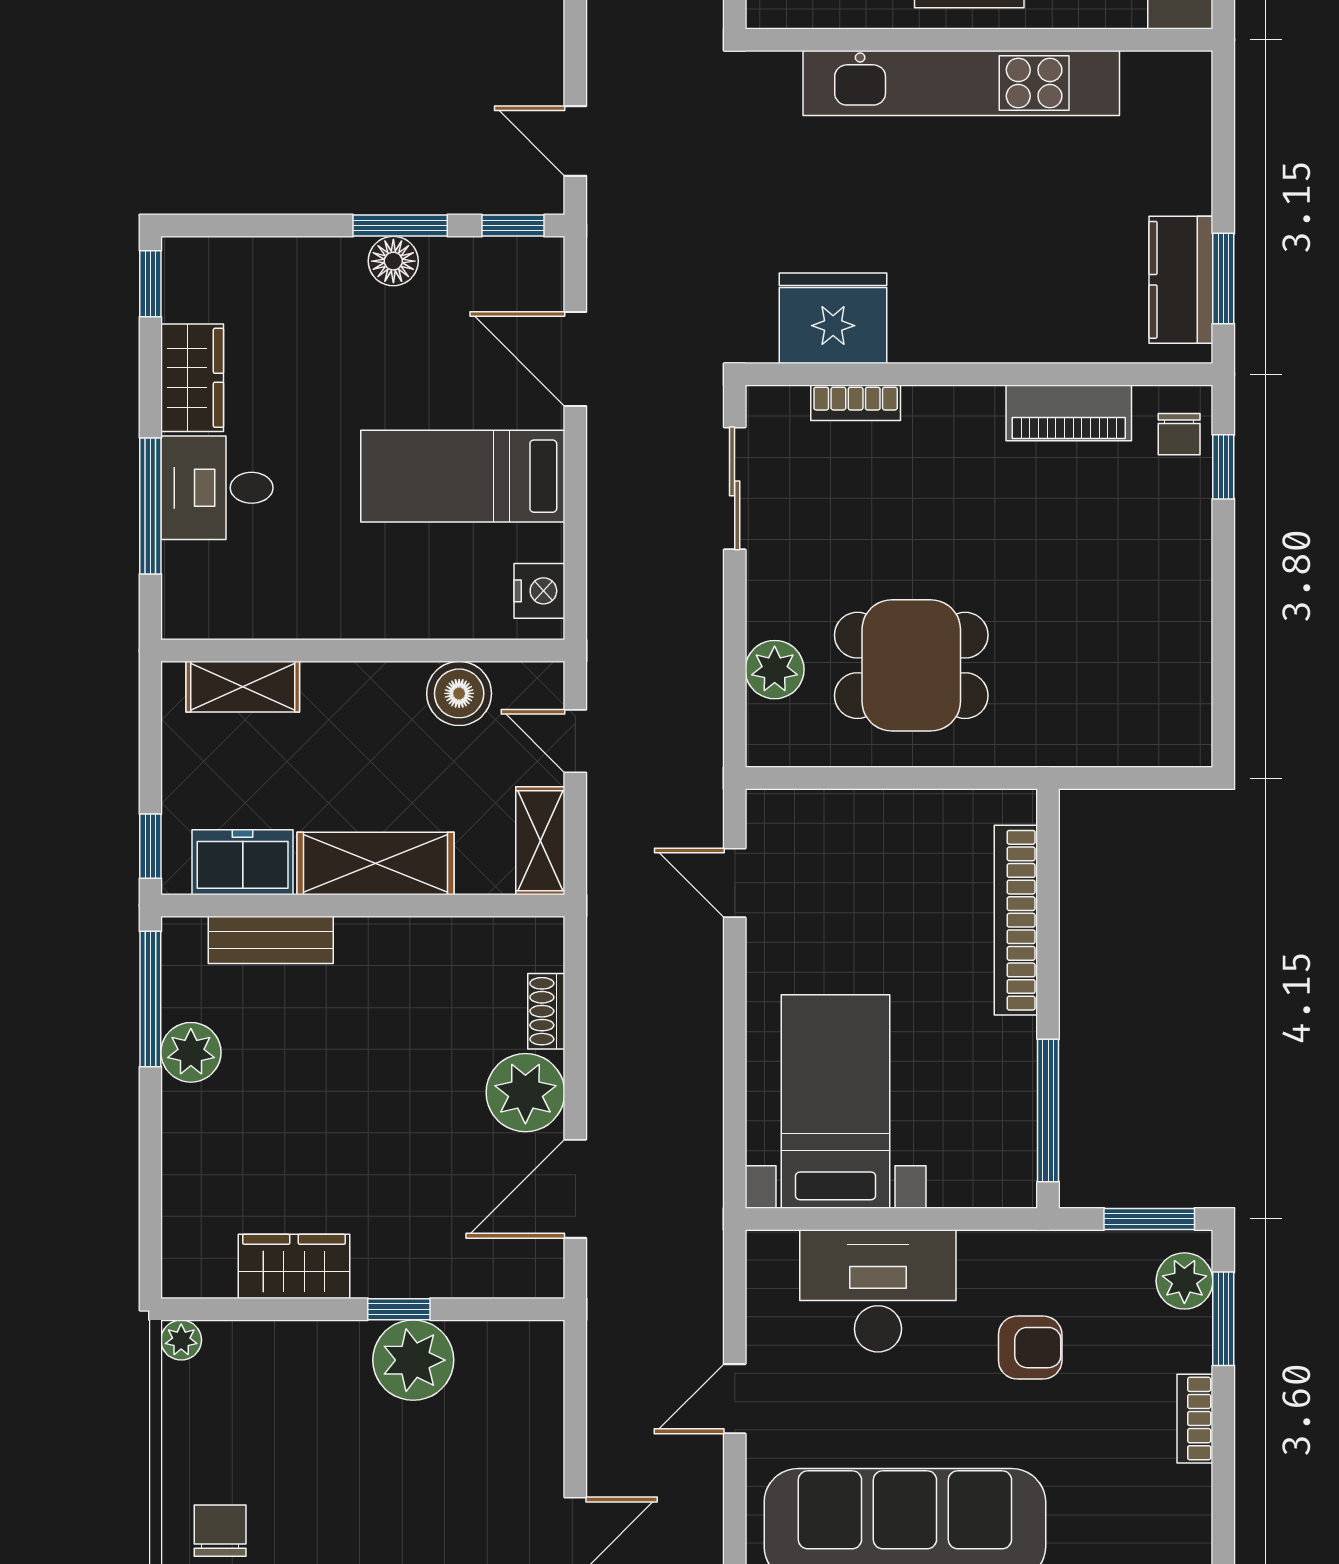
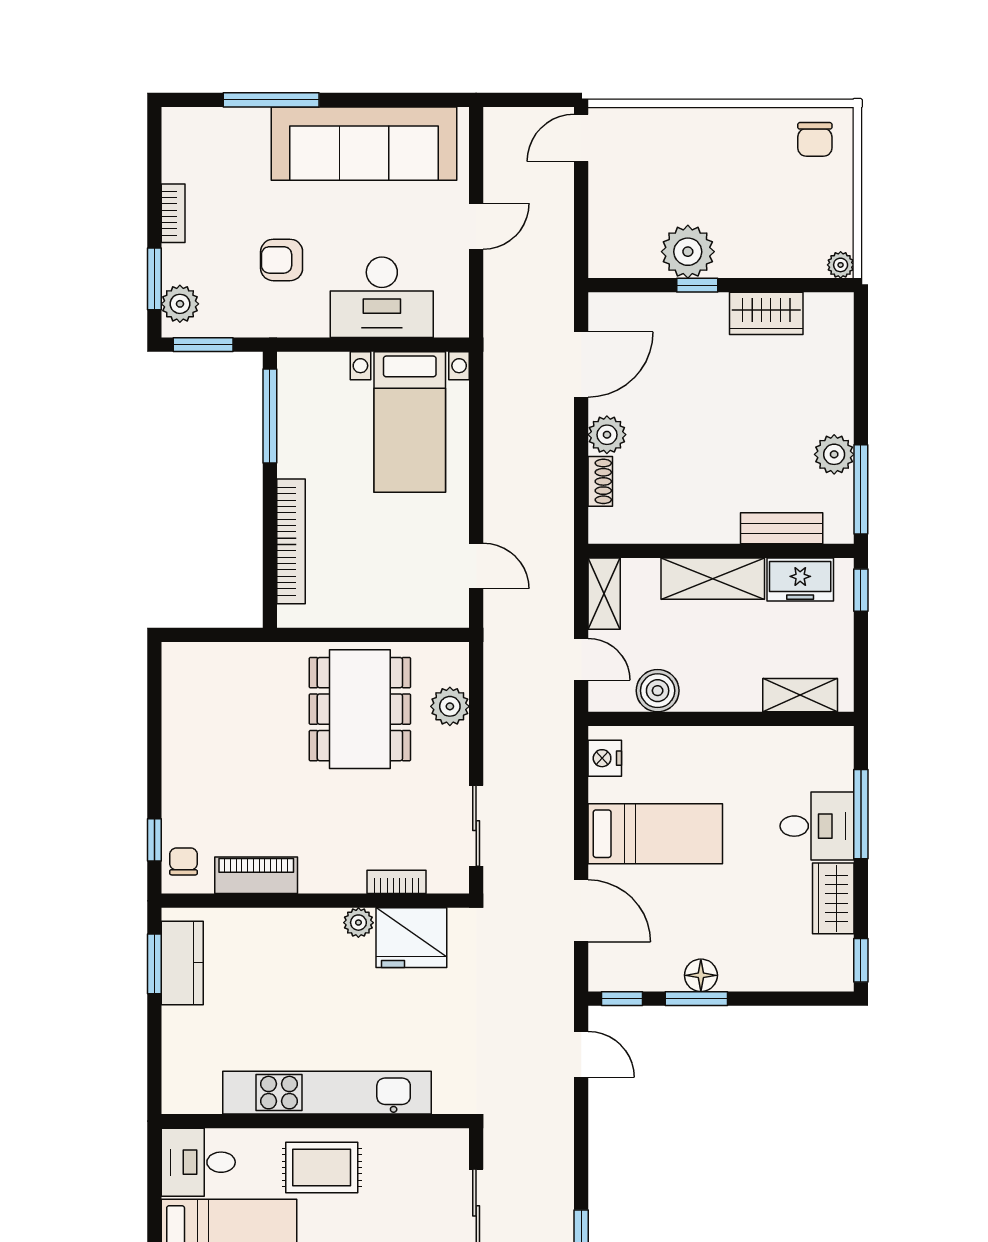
plant: (913, 341) -> (358, 923), added
dining table: (911, 665) -> (360, 709), width x1.37
plant: (525, 1093) -> (607, 435), width x0.73, depth x0.73

